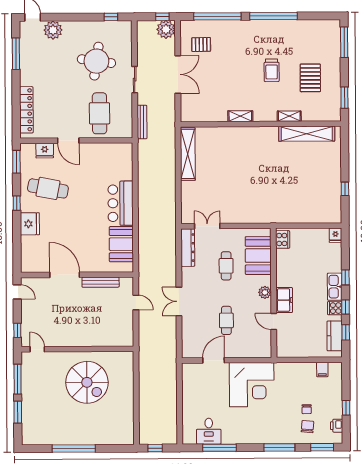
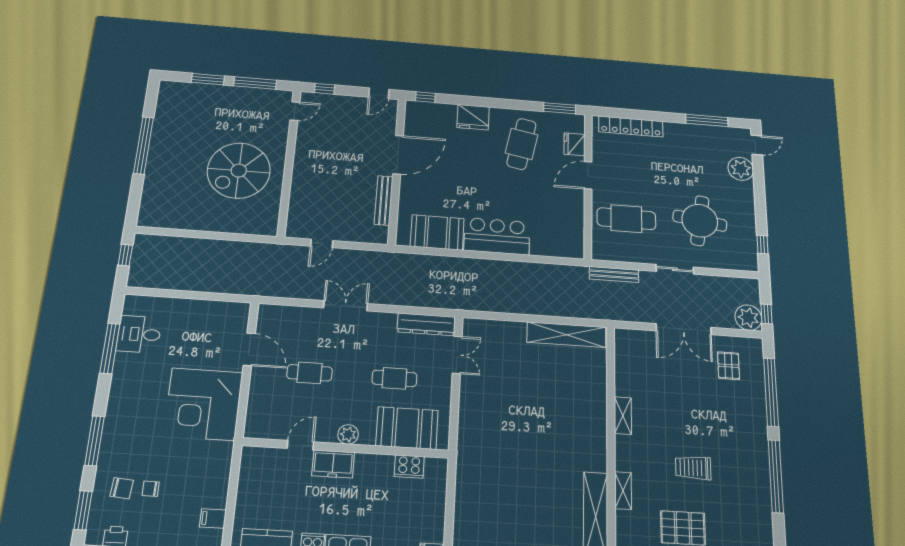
window: (17, 203) -> (426, 97), moved
cooker: (283, 239) -> (409, 466), moved
door: (136, 302) -> (322, 243), moved

